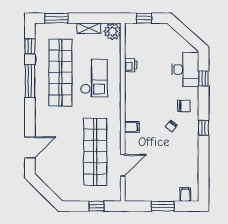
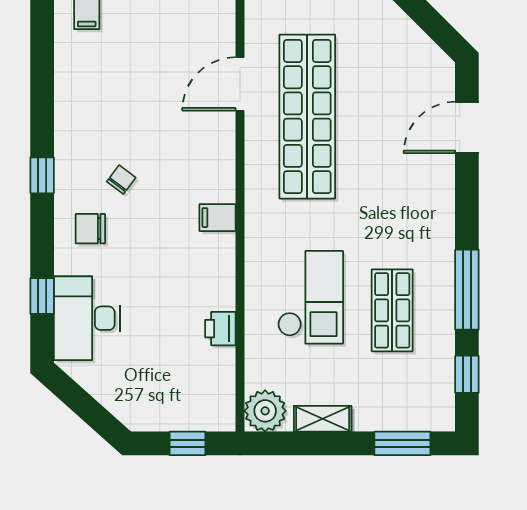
shop shelf: (60, 73) -> (392, 310), width x0.50, depth x0.74
checkout: (94, 78) -> (310, 297), turned 180
filing cabinet: (132, 127) -> (218, 218), moved

